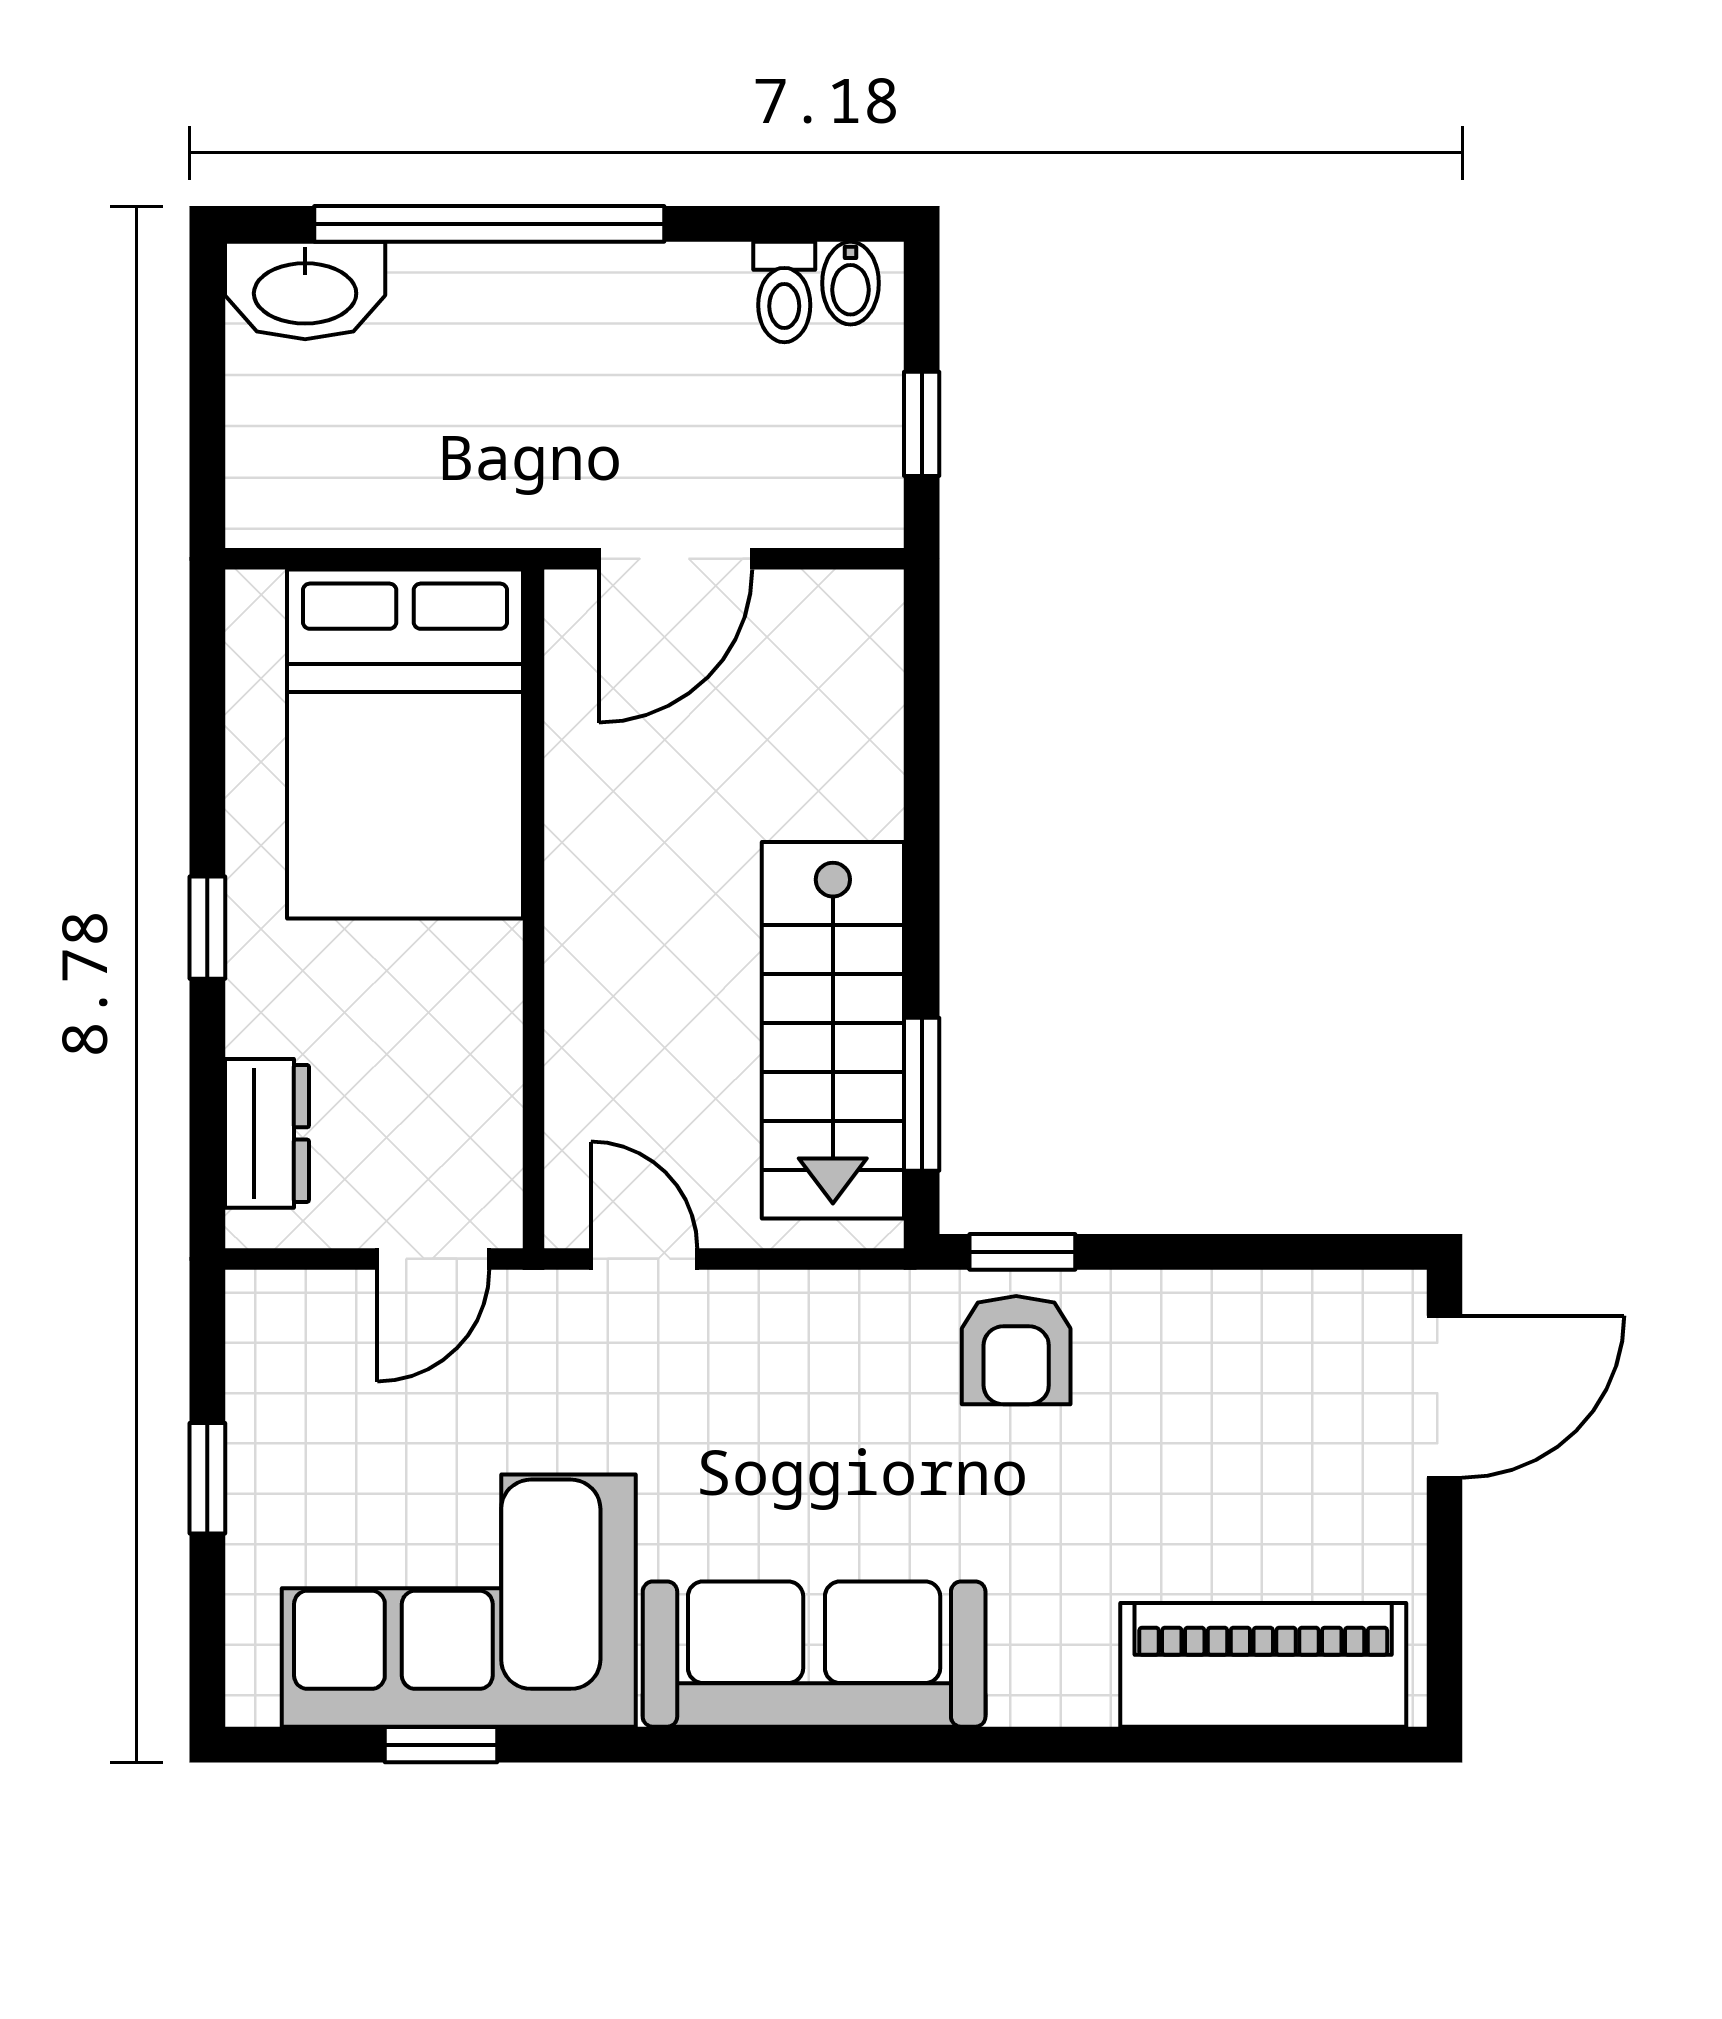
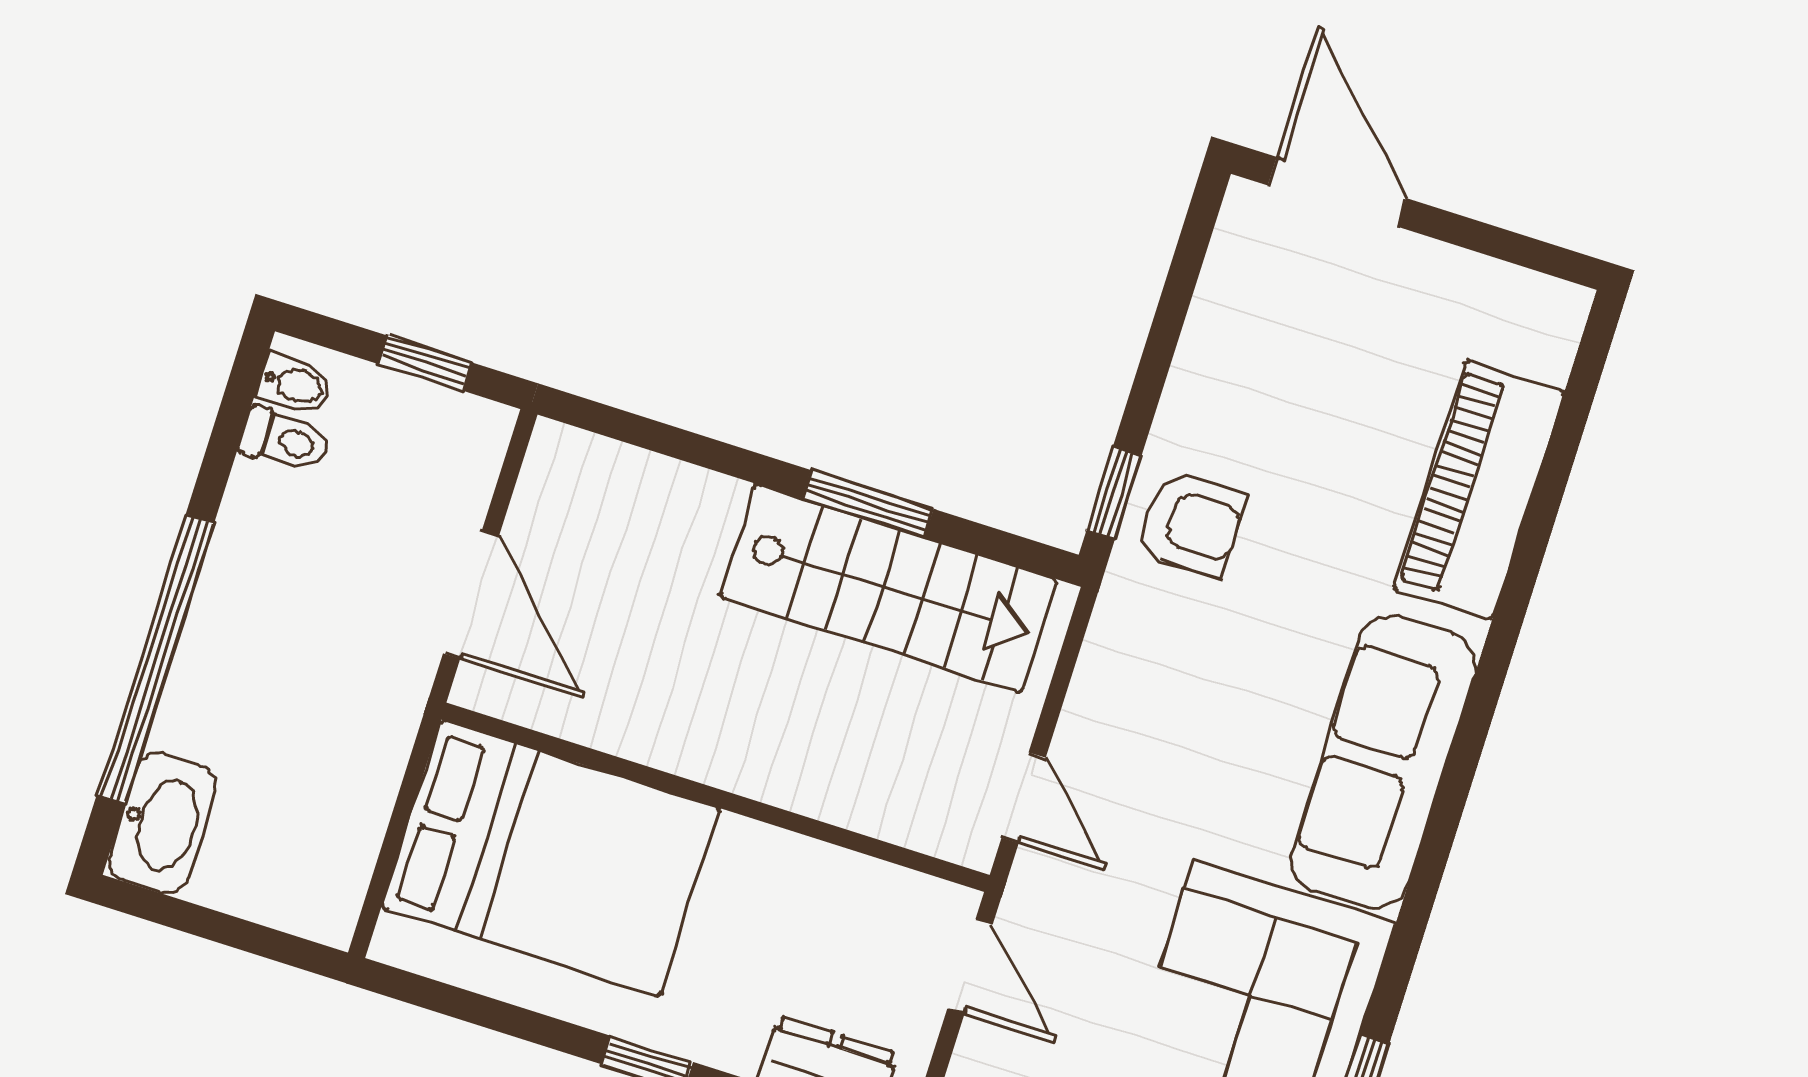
window: (922, 1094) -> (868, 504), moved
door: (644, 1259) -> (1024, 798), swing flipped
piano: (1263, 1665) -> (1479, 490), moved

